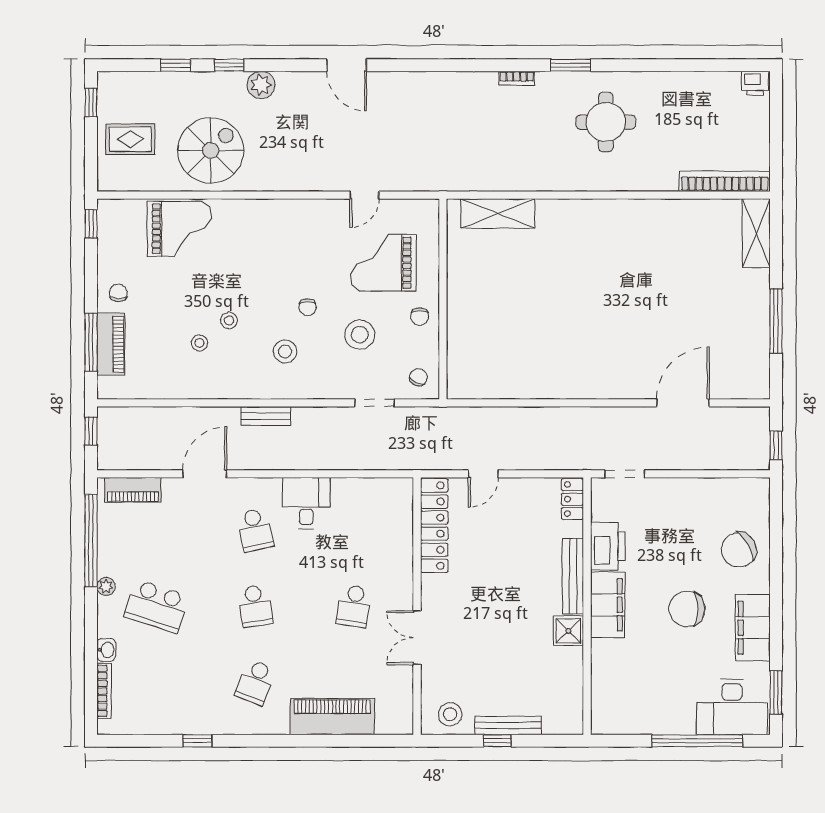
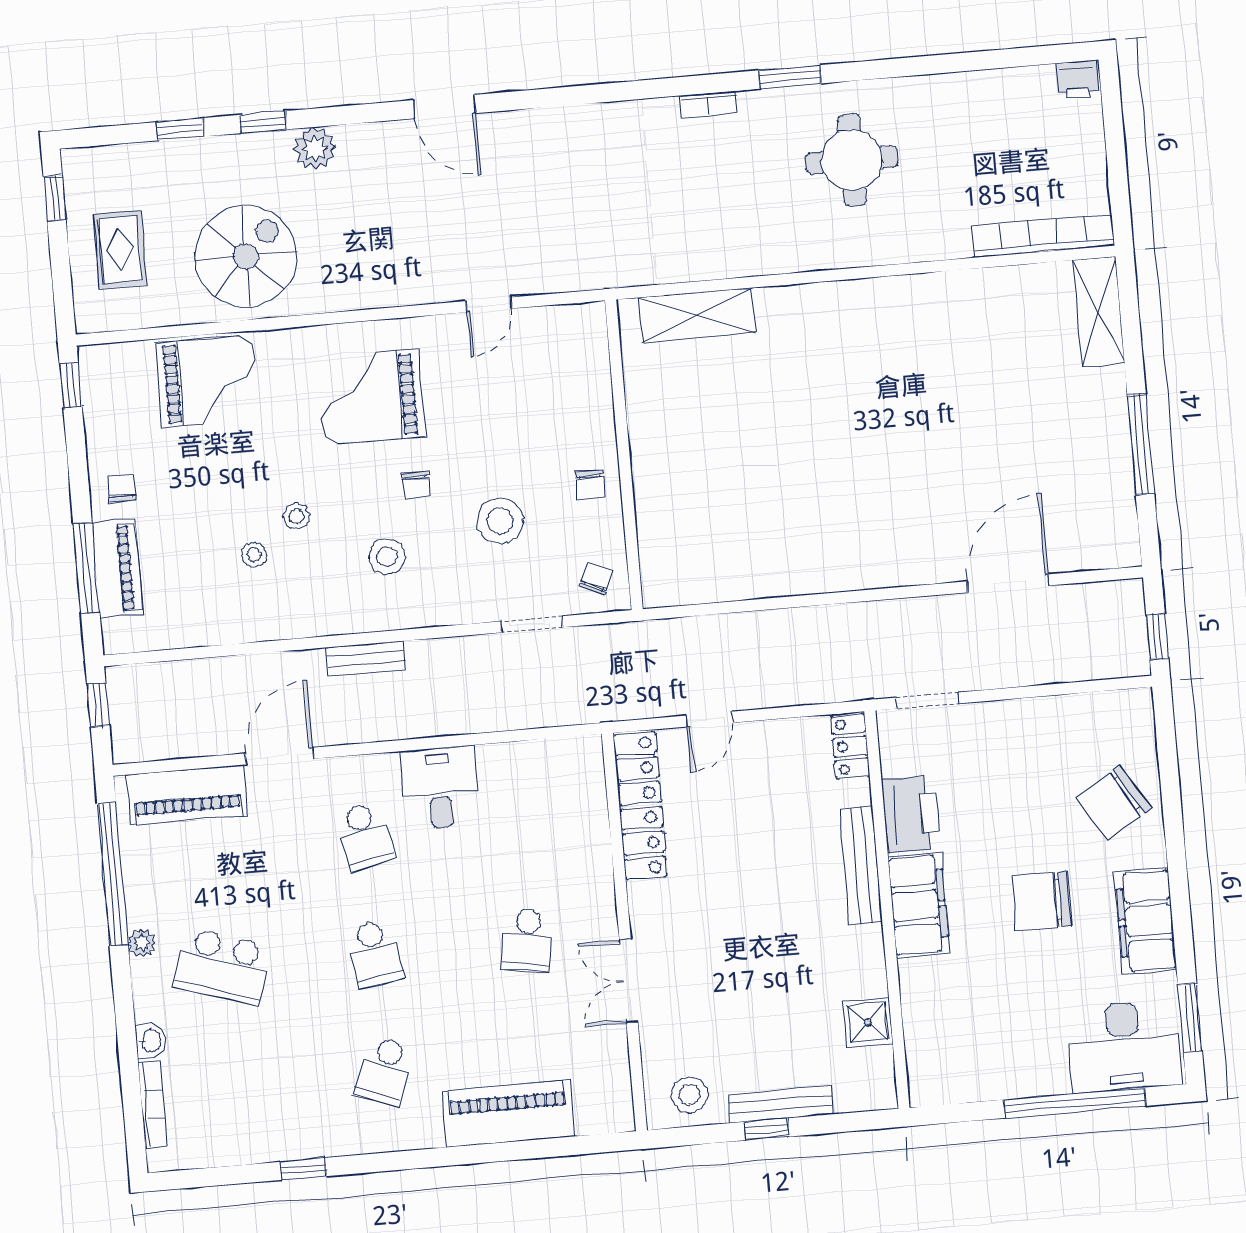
rug: (130, 139) -> (120, 249), turned 90
grand piano: (383, 263) -> (371, 397), moved
piano: (133, 490) -> (187, 795), width x1.37, depth x1.33
shower: (568, 631) -> (868, 1023), moved

